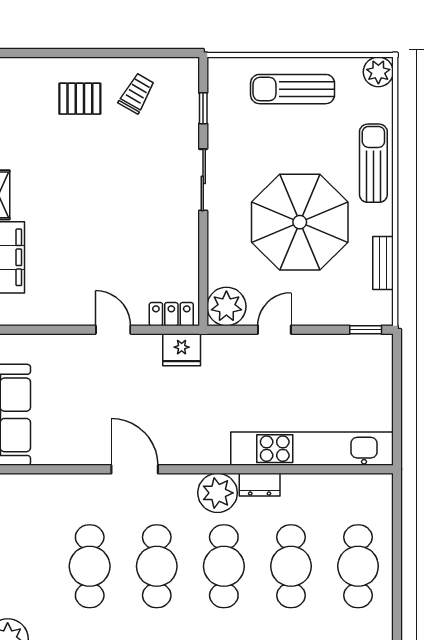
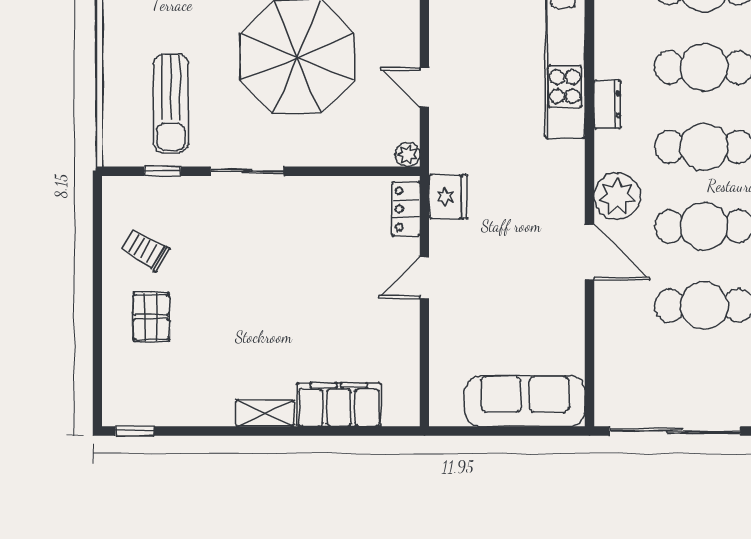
sun lounger: (293, 89) -> (171, 104), moved
plant: (226, 306) -> (408, 154), width x0.53, depth x0.53
door: (135, 469) -> (589, 252), swing flipped
plant: (218, 493) -> (617, 196), moved

